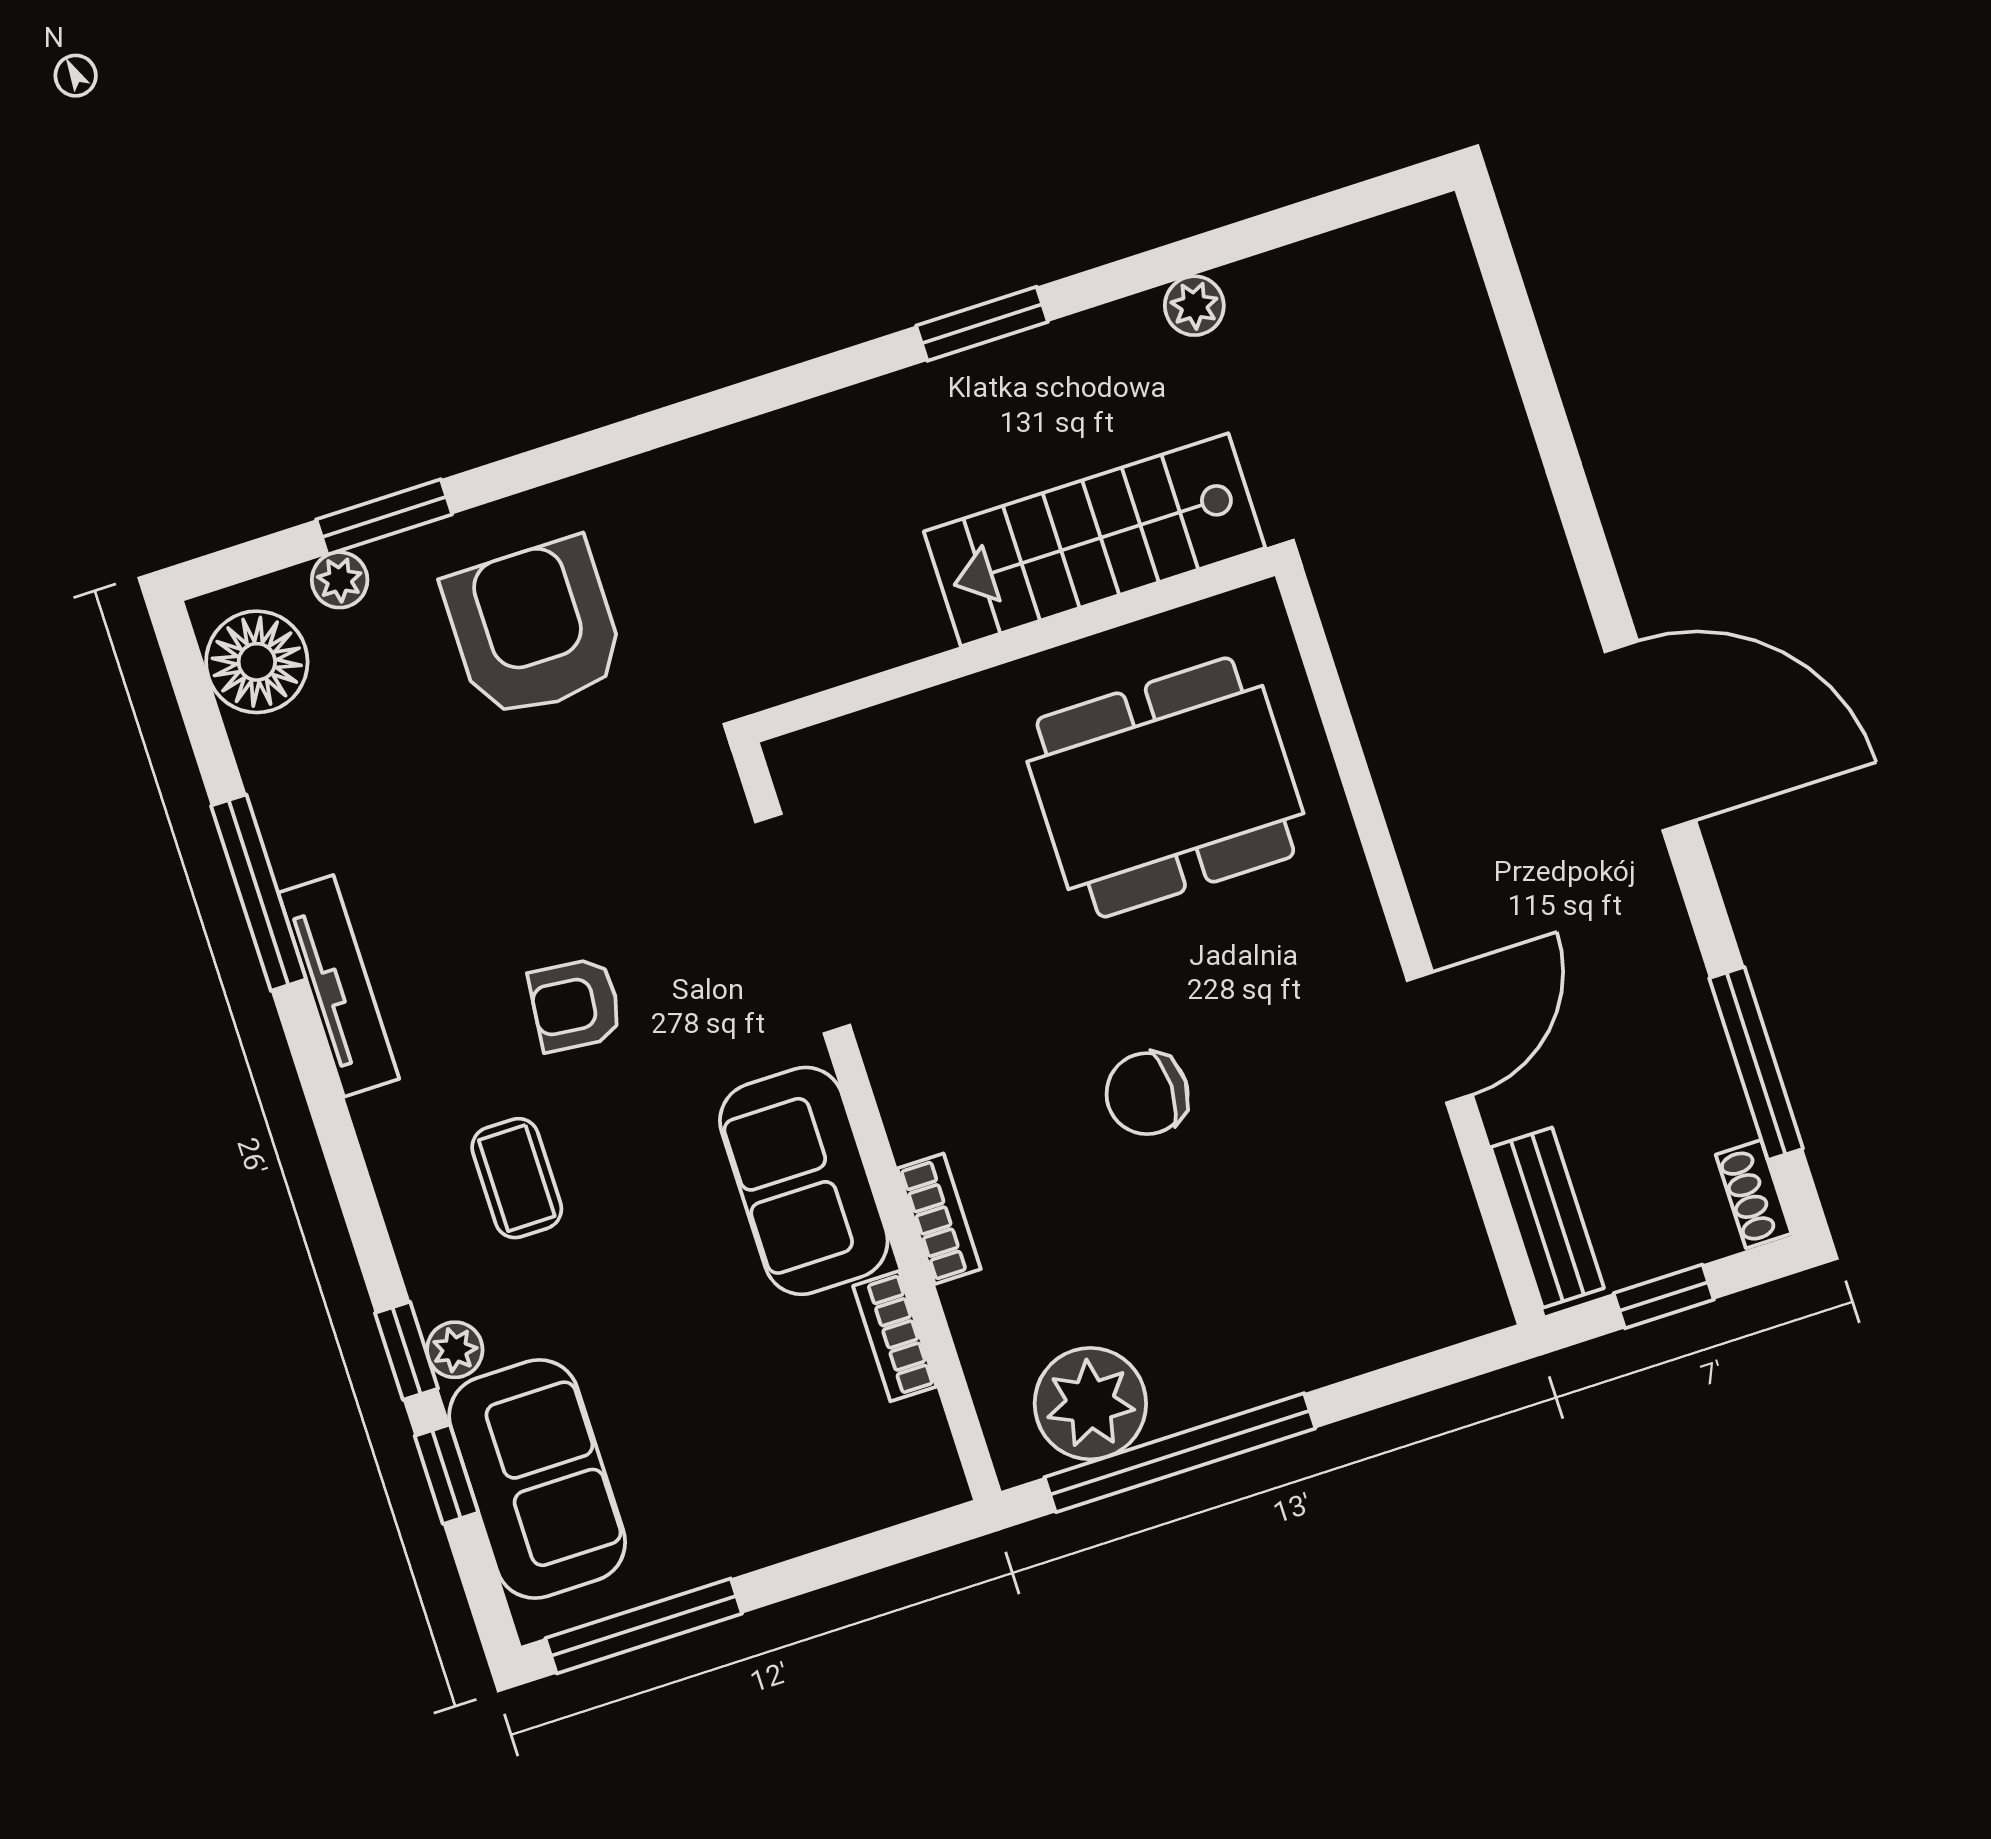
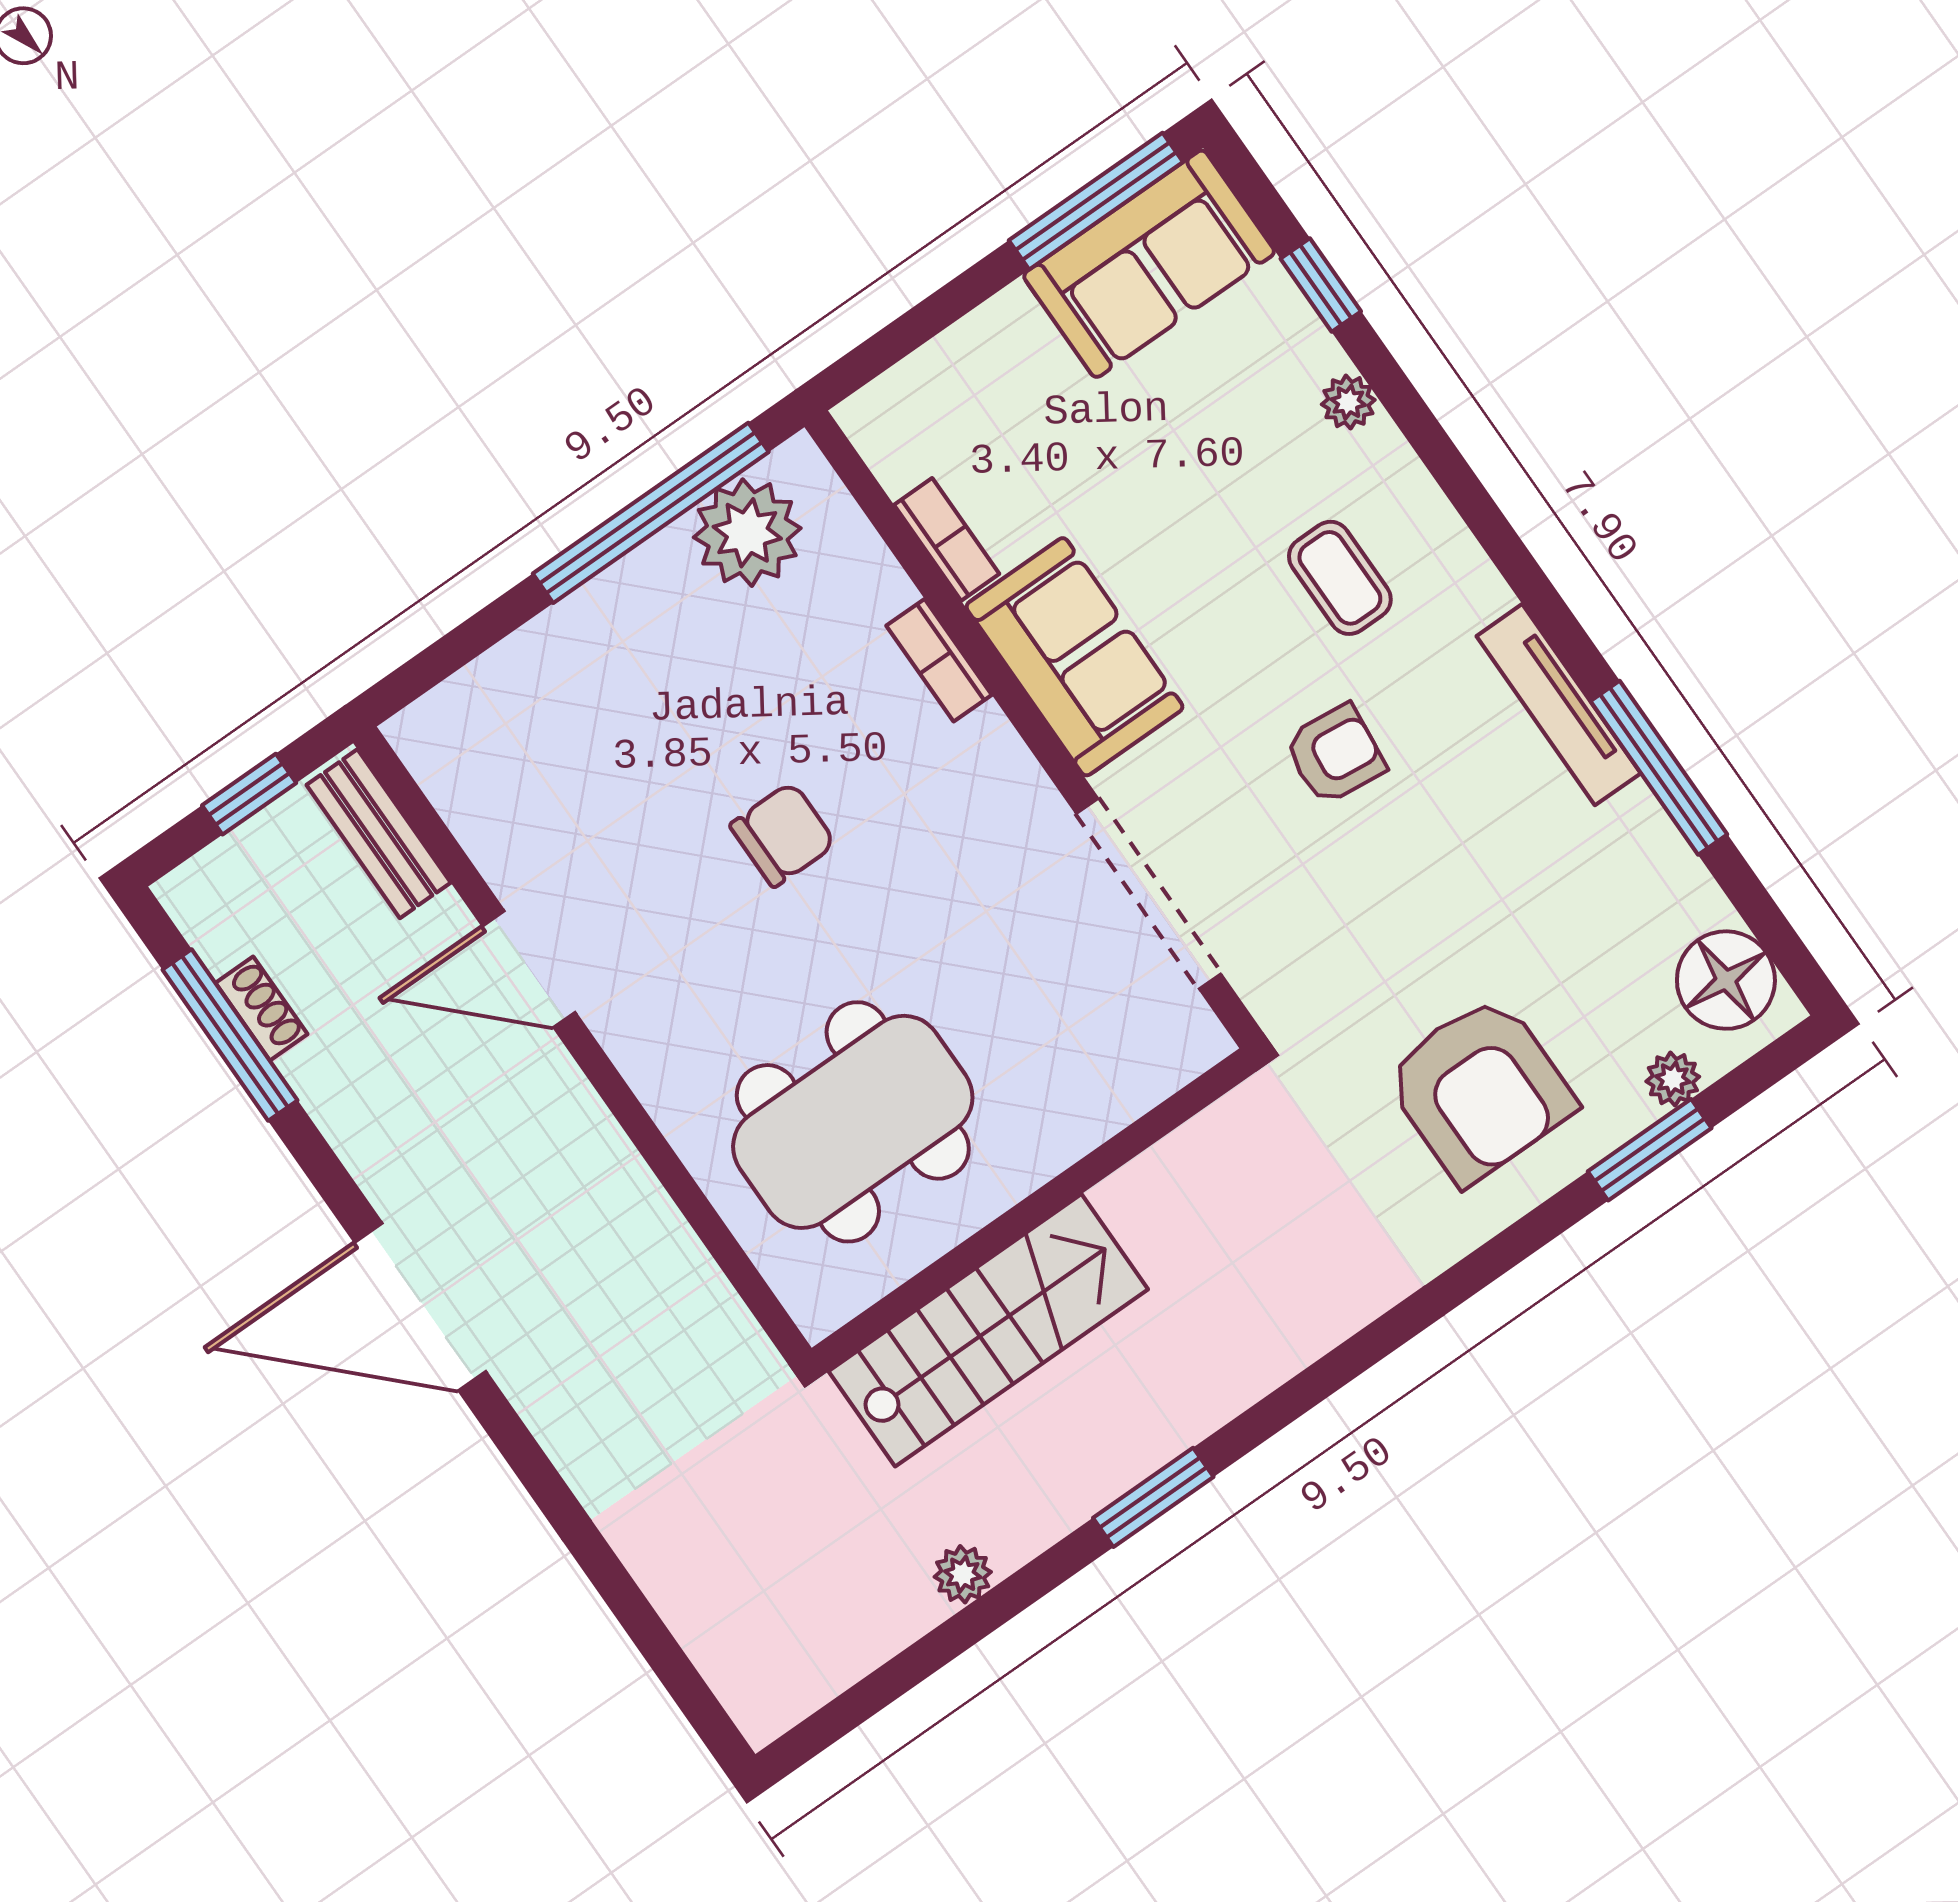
door: (1440, 1038) -> (529, 969), hinge flipped
shoe rack: (1754, 1194) -> (261, 1009), moved
window: (407, 1351) -> (1393, 388), removed
sofa: (537, 1479) -> (1149, 264), moved, turned -90

